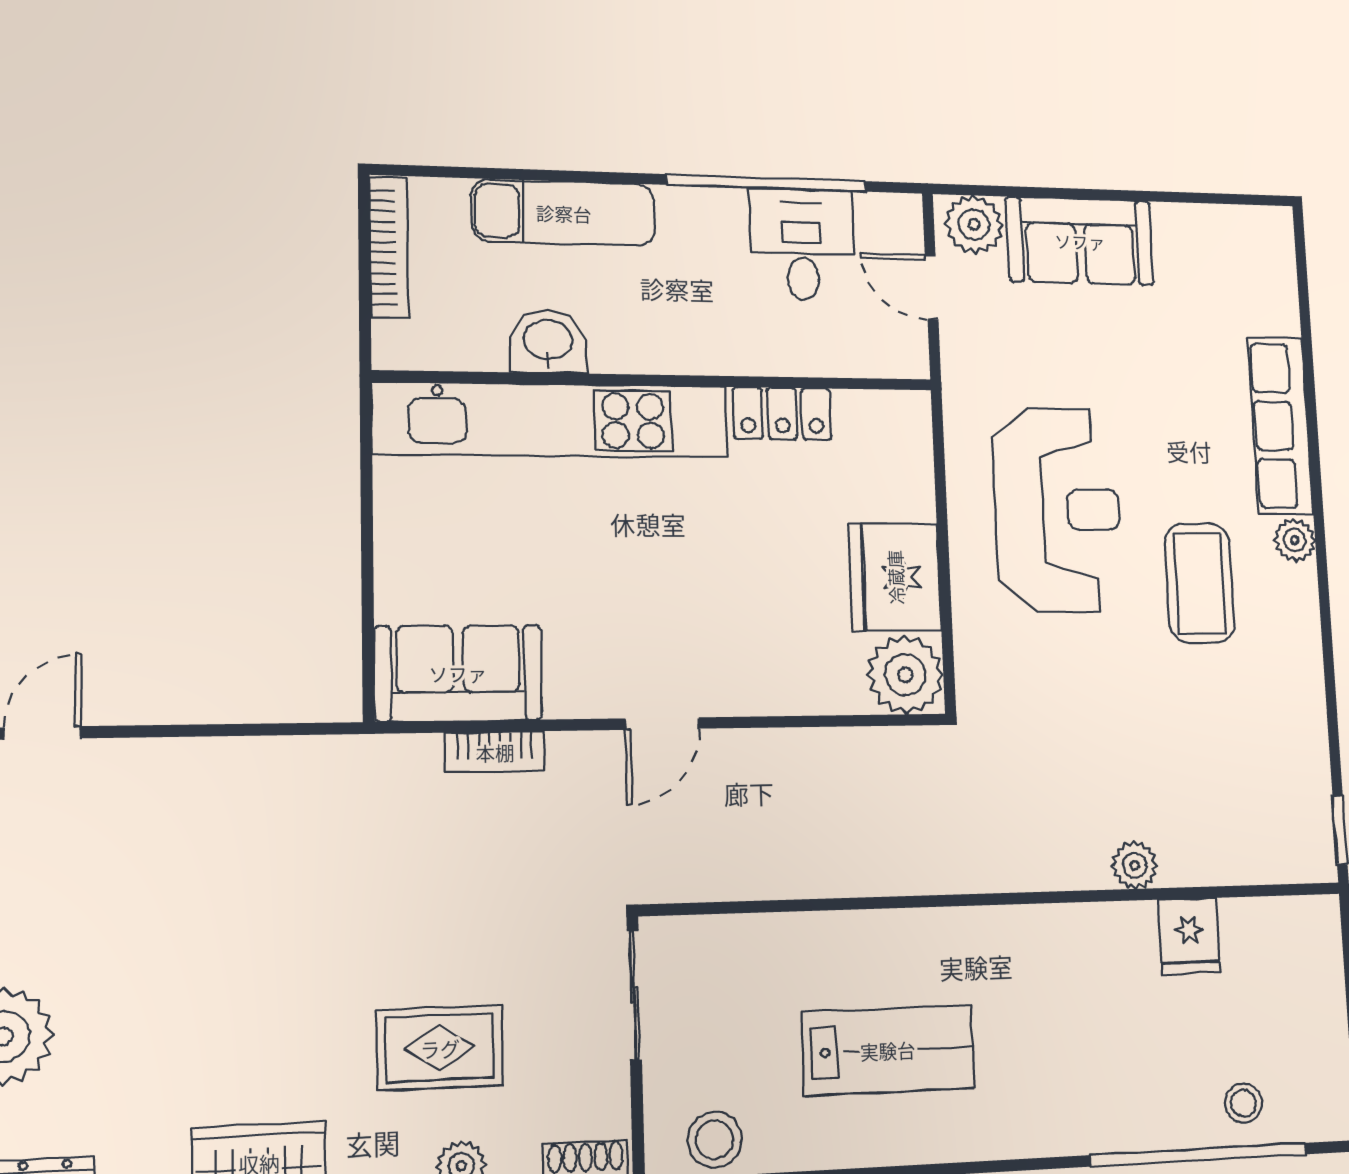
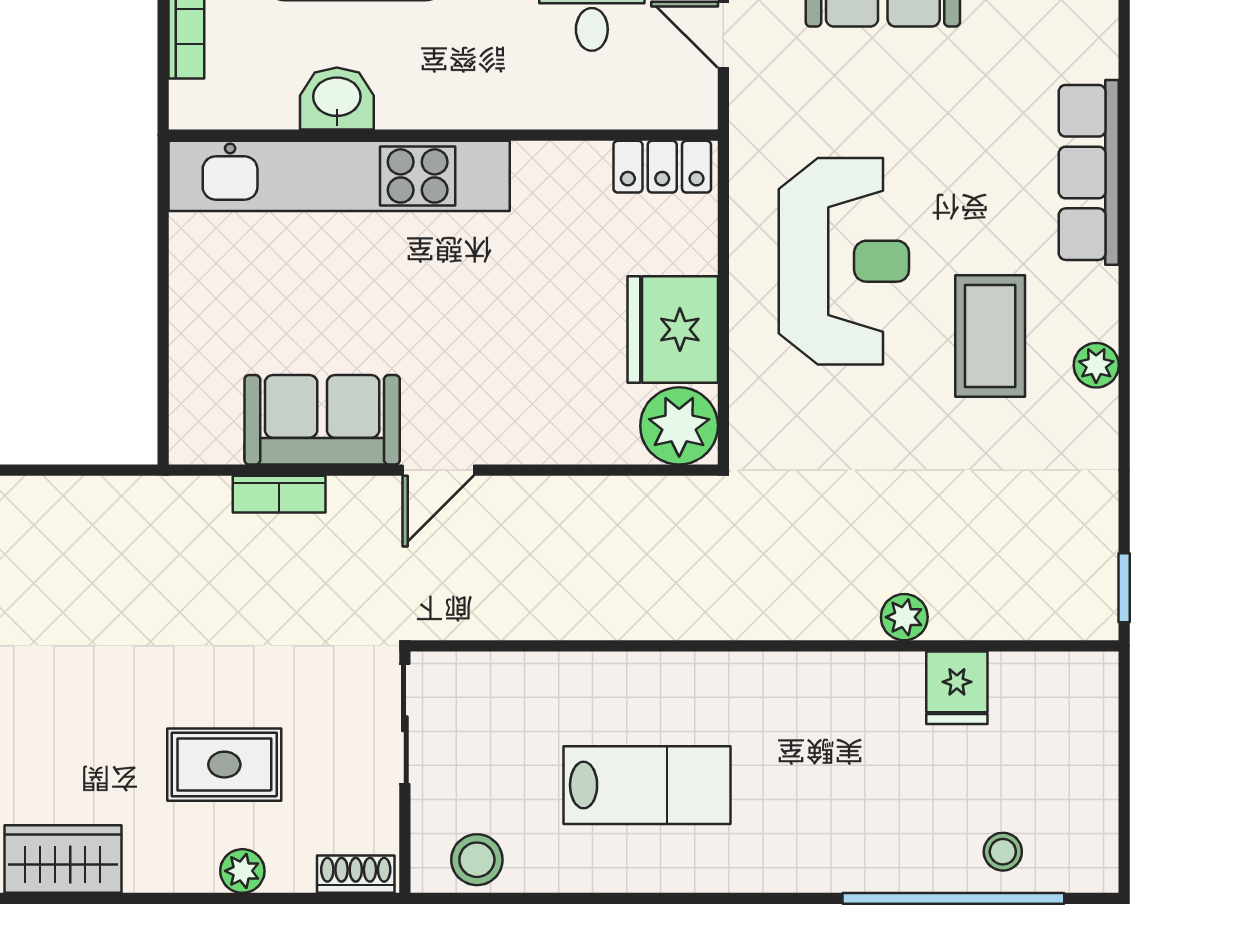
locker: (782, 414) -> (662, 167), moved
plant: (1295, 540) -> (1096, 365), moved
sofa: (458, 673) -> (322, 420), moved

